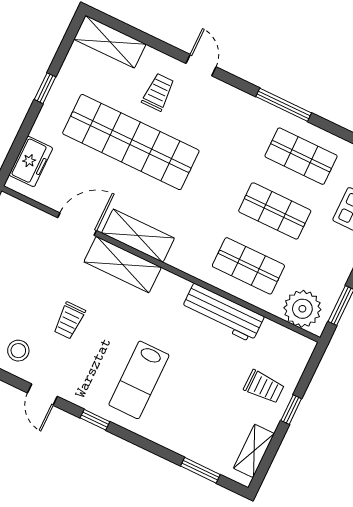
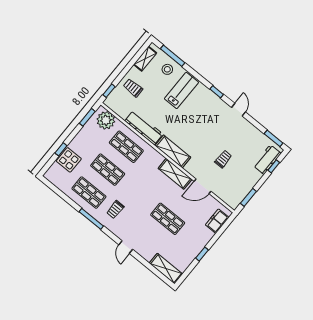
trolley: (158, 92) -> (115, 210), moved
shop shelf: (131, 142) -> (168, 219), width x0.50, depth x0.74
shelving: (123, 265) -> (173, 151), moved
trolley: (69, 320) -> (223, 159), moved
stool: (18, 351) -> (167, 69), moved
lab bench: (139, 380) -> (181, 90), moved
window: (291, 410) -> (109, 91), moved
window: (200, 470) -> (173, 56), width x1.44

